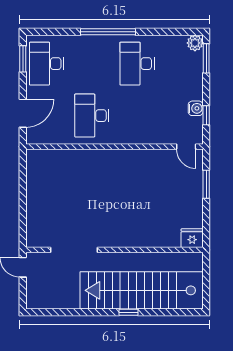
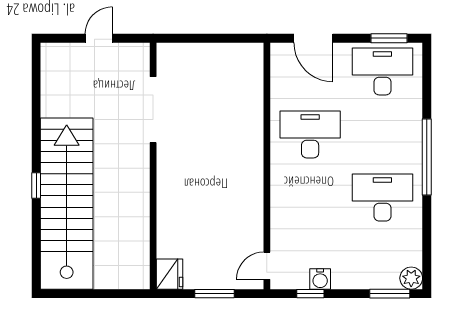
fridge: (192, 238) -> (169, 274), moved
doorway: (74, 250) -> (153, 110), moved
wall: (114, 250) -> (153, 166), moved

